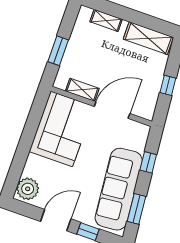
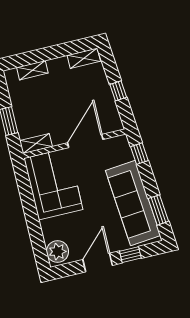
shelving: (148, 38) -> (84, 58), width x0.67, depth x0.75
shelving: (82, 90) -> (36, 144), moved
window: (148, 162) -> (139, 154), moved

